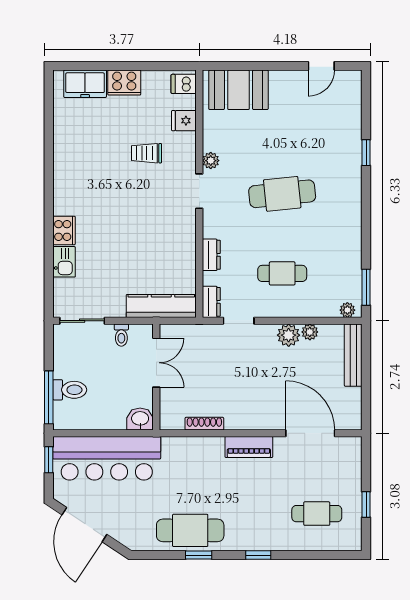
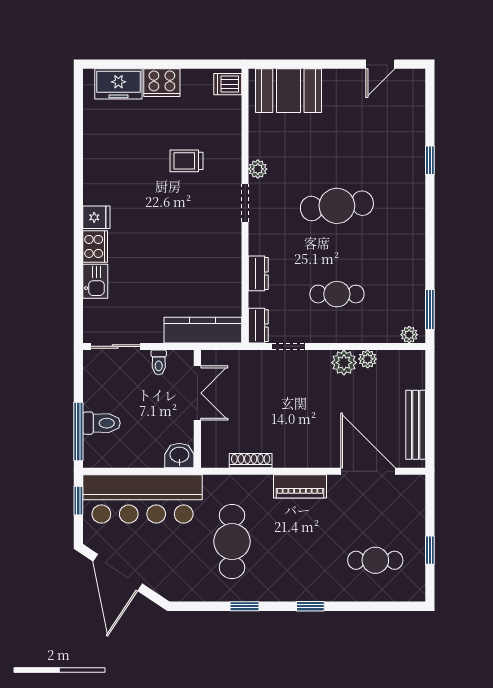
fridge: (184, 121) -> (96, 217), moved, turned 180
bench: (353, 355) -> (416, 425), moved
cafe table: (190, 530) -> (232, 541), moved, turned 90

